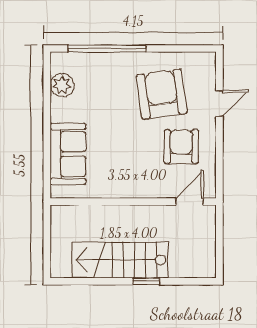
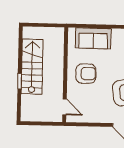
armchair: (181, 147) -> (86, 74), moved

